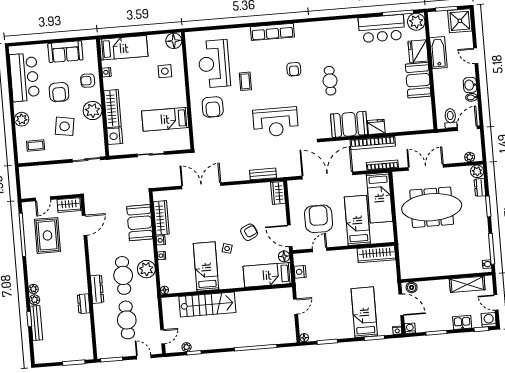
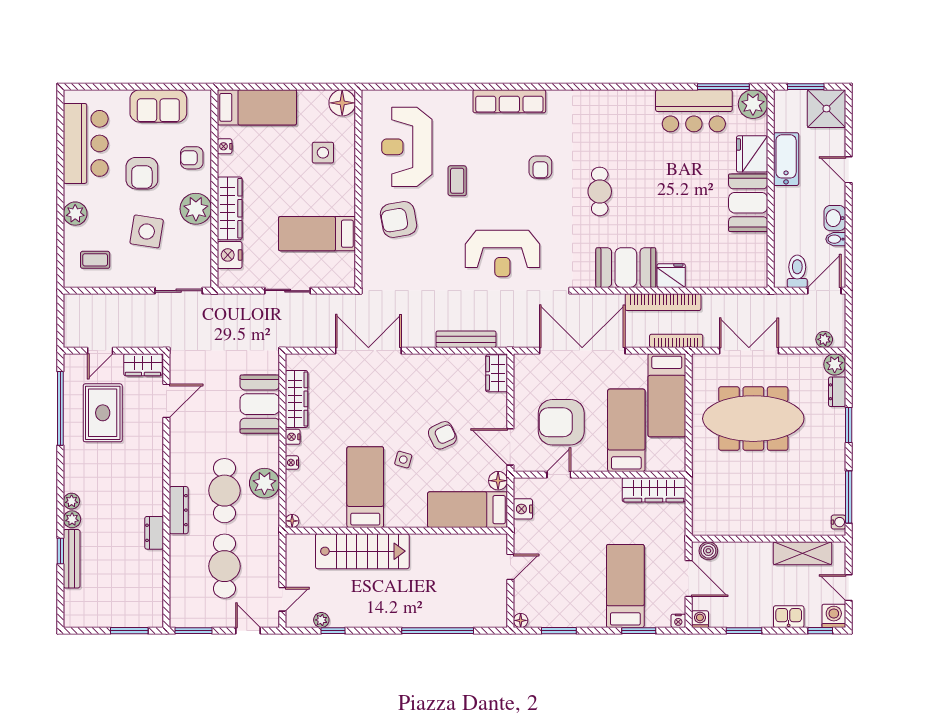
armchair: (213, 107) -> (399, 219), turned 80
bench: (263, 174) -> (466, 339), width x1.36
armchair: (319, 219) -> (561, 422), turned -90

